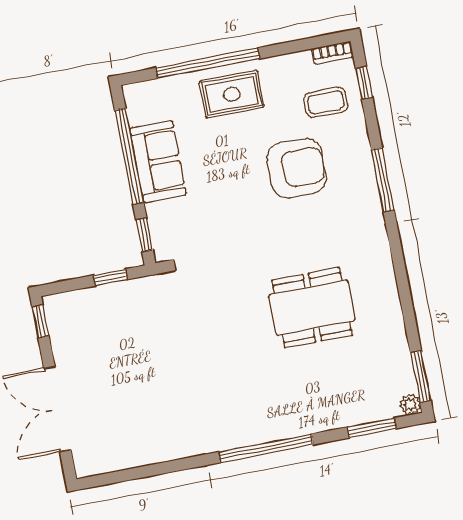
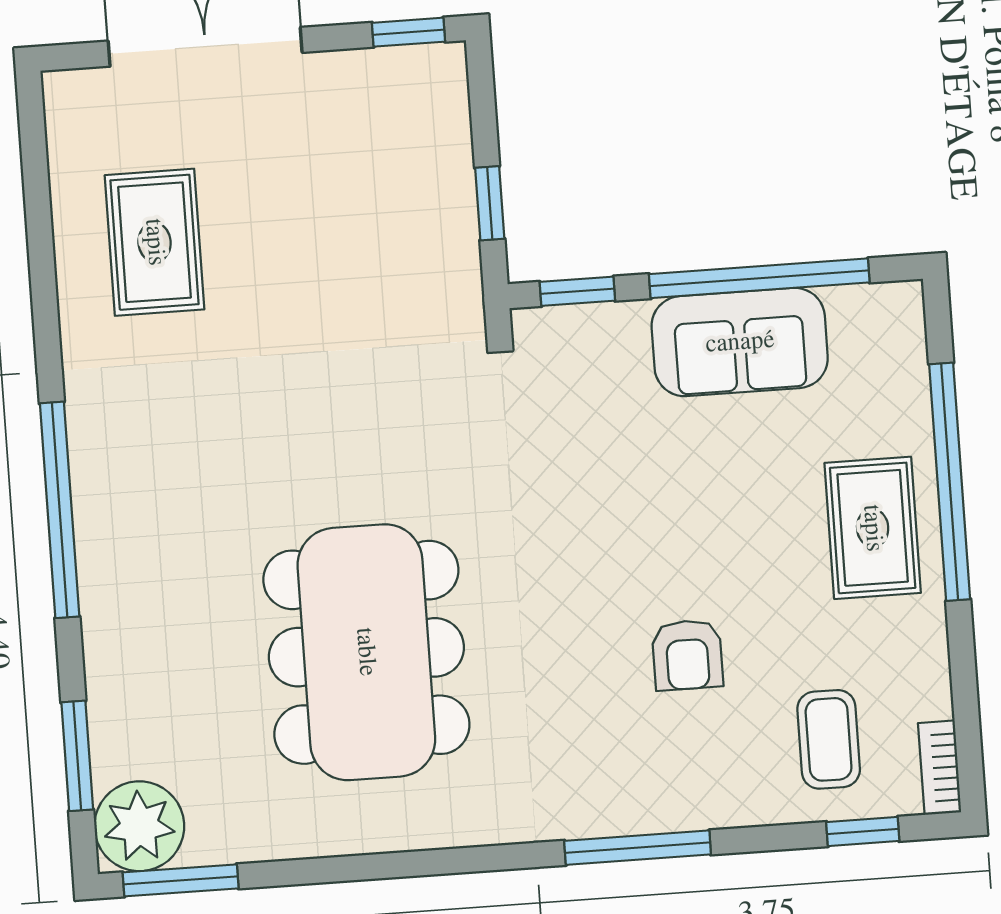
armchair: (296, 168) -> (687, 655), width x0.53, depth x0.53
dining table: (312, 308) -> (366, 652), width x1.36, depth x1.24
plant: (410, 404) -> (139, 826), width x1.88, depth x1.88
rug: (145, 421) -> (155, 242), added

